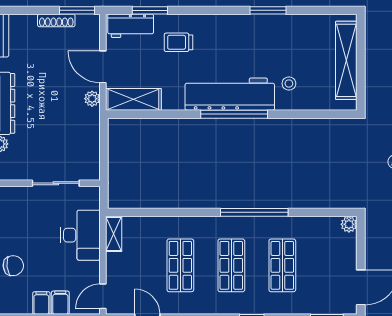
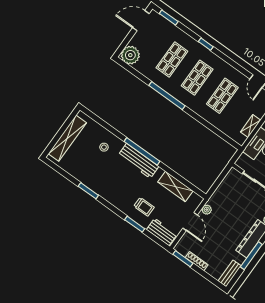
window: (150, 10) -> (135, 224), moved
workbench: (230, 94) -> (138, 161), width x0.73, depth x0.76
shelving: (133, 99) -> (175, 187), moved
plant: (349, 224) -> (130, 55), width x1.88, depth x1.88
shelving: (114, 234) -> (251, 126), moved

